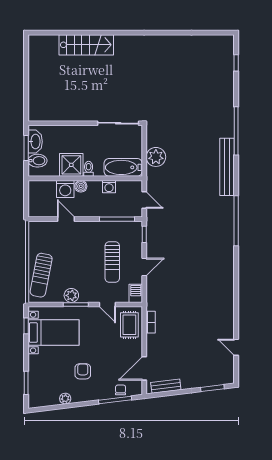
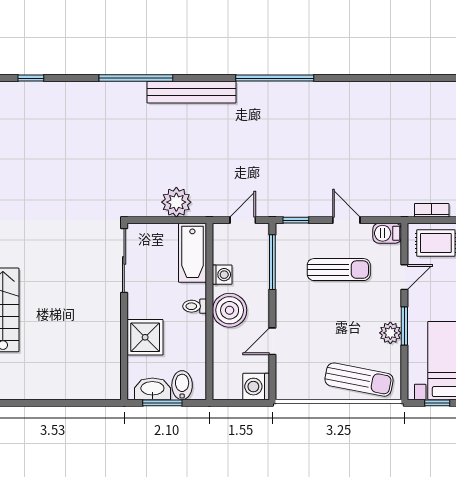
shower: (71, 165) -> (145, 337), moved
boiler: (81, 186) -> (230, 310), width x1.86, depth x1.86
washing machine: (65, 189) -> (256, 387), moved, turned 180

